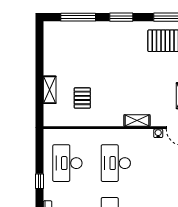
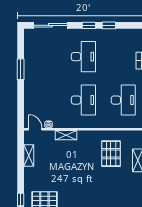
pallet: (82, 98) -> (111, 154), width x1.50, depth x1.42

